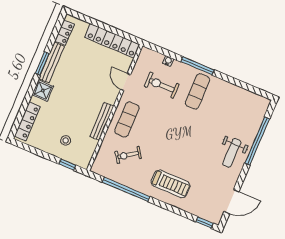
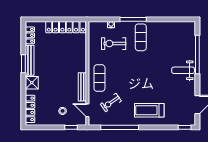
door: (125, 82) -> (87, 110), moved
weight bench: (232, 153) -> (183, 70), turned 90
treadmill: (171, 184) -> (149, 110), turned 180

